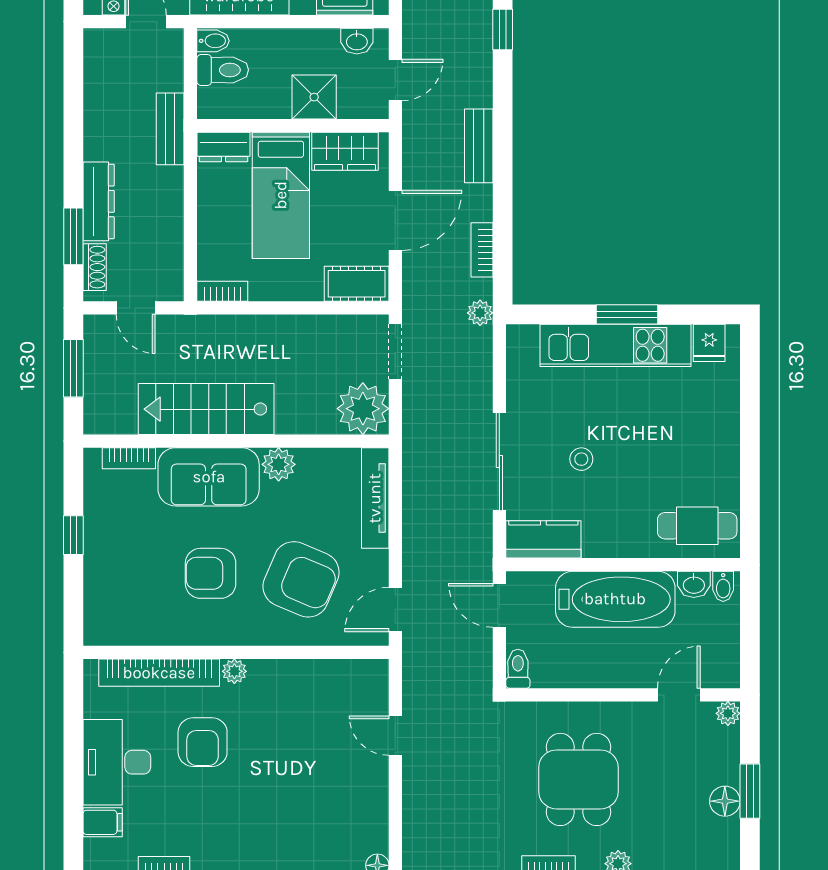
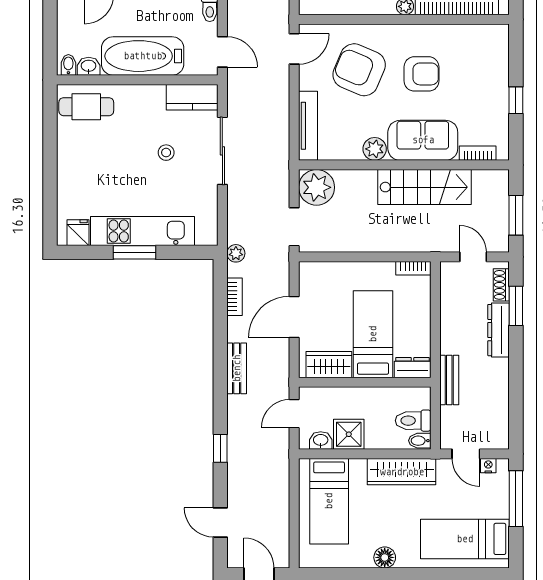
shower: (314, 97) -> (349, 434), moved
cot: (357, 284) -> (321, 273), removed

